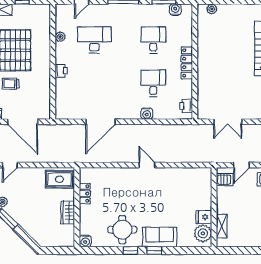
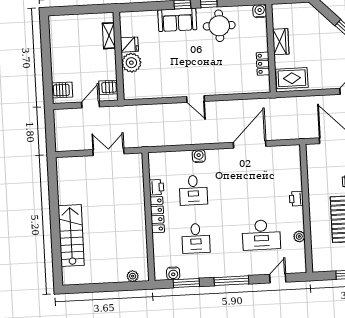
printer: (186, 106) -> (156, 187), moved
plant: (203, 233) -> (131, 63), moved

